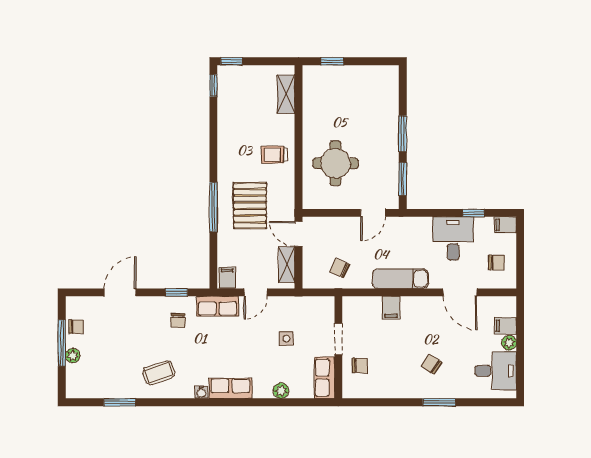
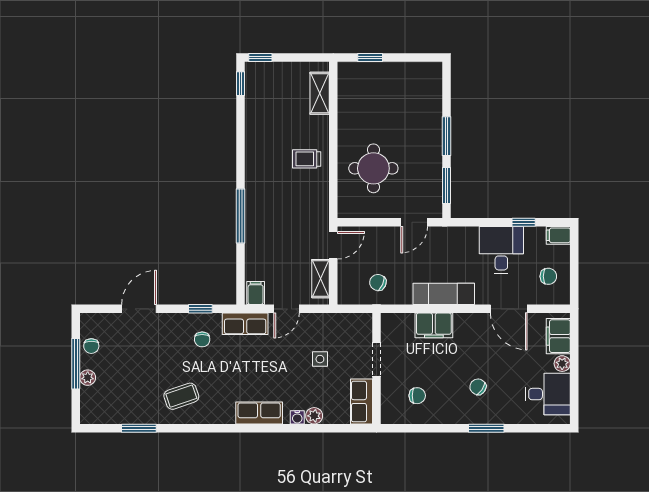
pallet: (250, 206) -> (280, 214), removed
door: (299, 234) -> (333, 245), swing flipped
filing cabinet: (391, 308) -> (434, 325), width x2.00
filing cabinet: (505, 326) -> (558, 336), width x2.00
chair: (76, 327) -> (91, 346), turned 90
chair: (360, 366) -> (417, 396), moved
water cooler: (201, 392) -> (297, 417), moved

